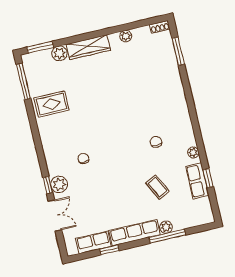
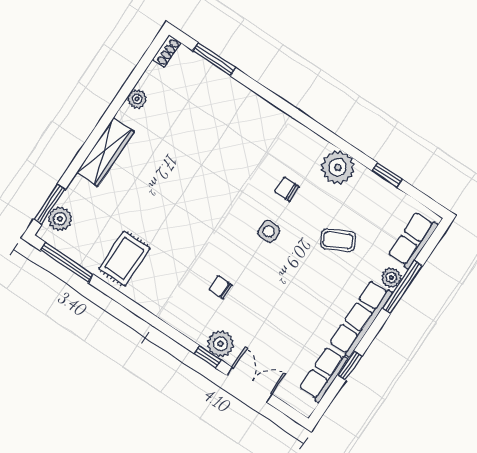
plant: (59, 53) -> (60, 219), moved
side table: (129, 153) -> (269, 231), added
plant: (193, 153) -> (338, 167), width x1.87, depth x1.87
row of seats: (197, 181) -> (413, 240), moved, turned 90

